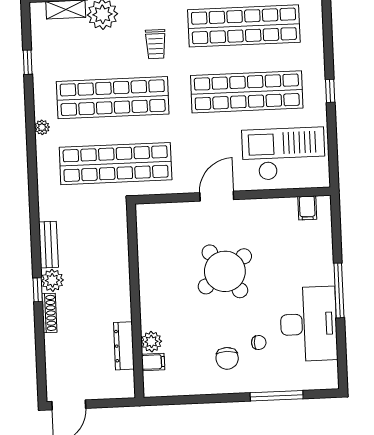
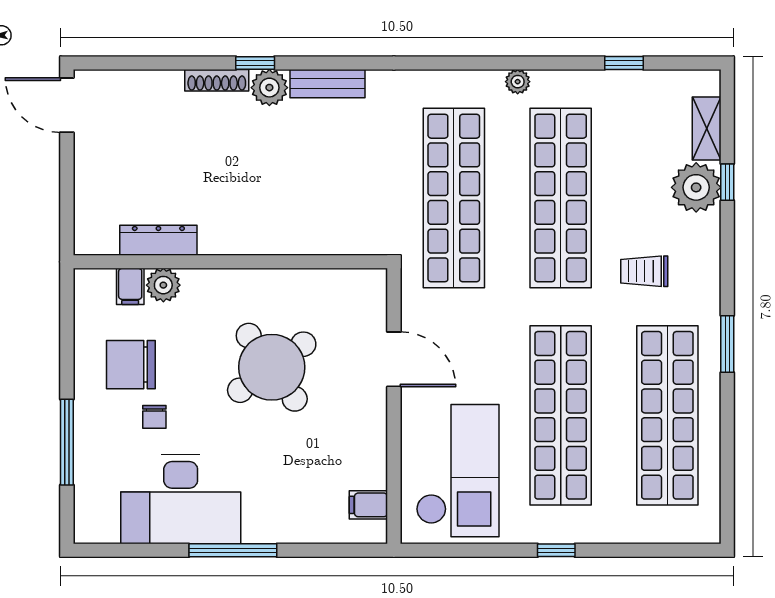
wall: (135, 301) -> (230, 262), moved
plant: (151, 342) -> (163, 285), moved
dresser: (124, 346) -> (158, 240), moved
chair: (227, 358) -> (131, 365), width x1.37, depth x1.37
filing cabinet: (153, 362) -> (130, 286), moved

